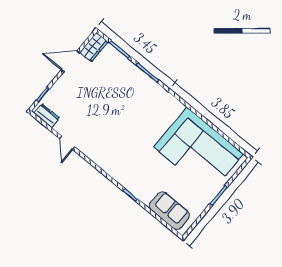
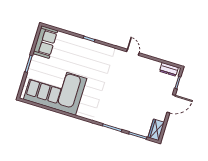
door: (70, 61) -> (171, 104), moved
door: (67, 143) -> (133, 52), moved
sofa: (169, 211) -> (45, 42), moved, turned -90

